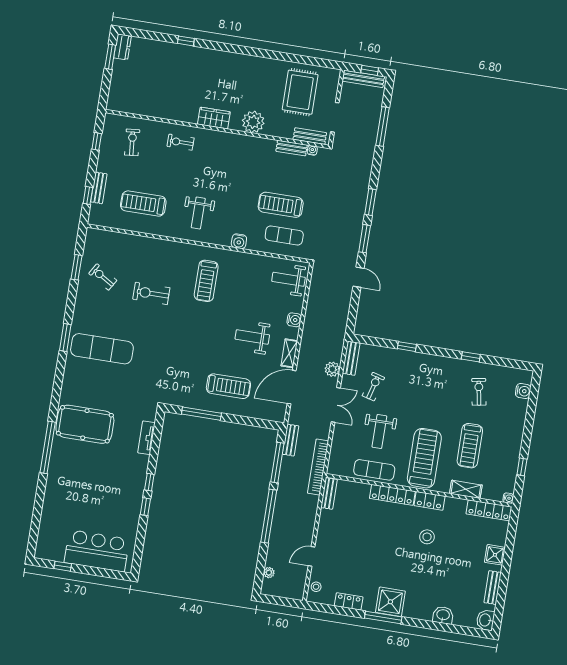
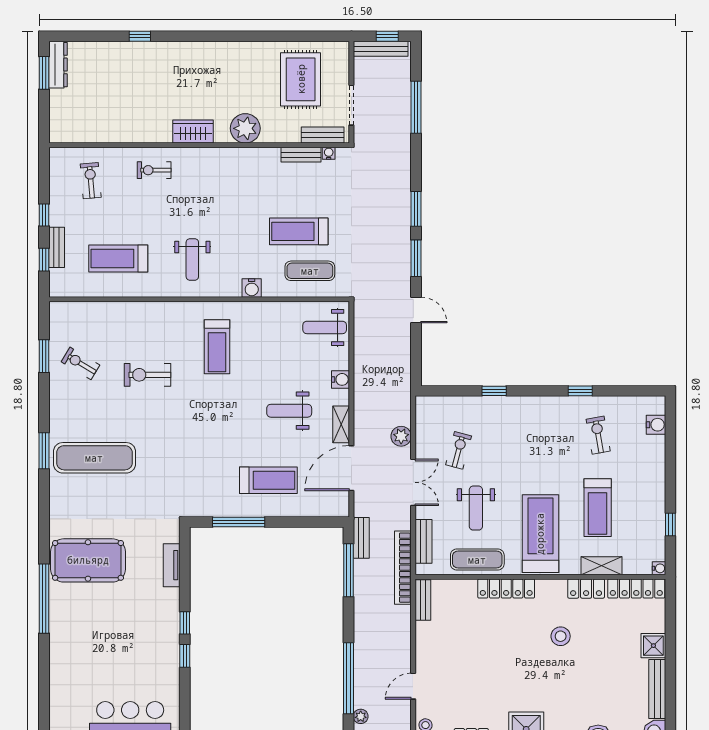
dresser: (122, 47) -> (58, 65), width x1.44
window: (97, 141) -> (44, 215), moved
bench: (351, 358) -> (423, 541), moved
locker: (430, 501) -> (586, 589), moved
window: (269, 516) -> (349, 678), moved
bench: (493, 588) -> (657, 689), width x1.36

